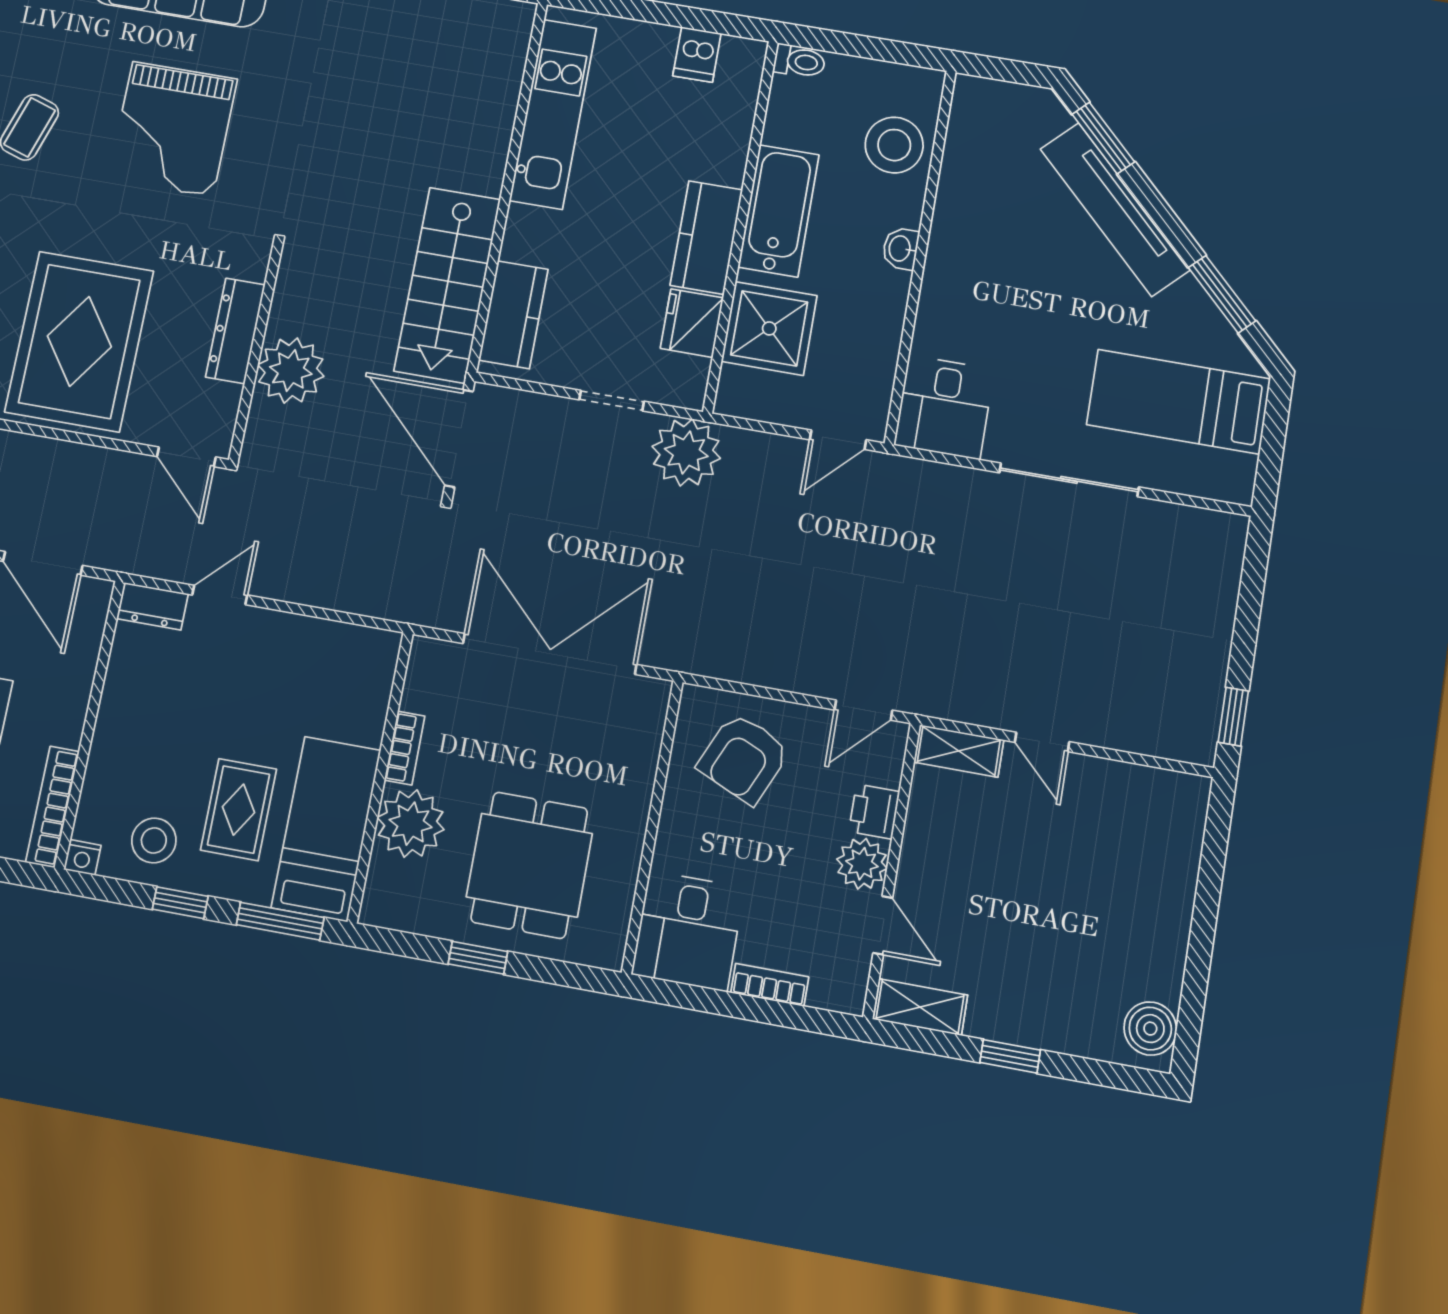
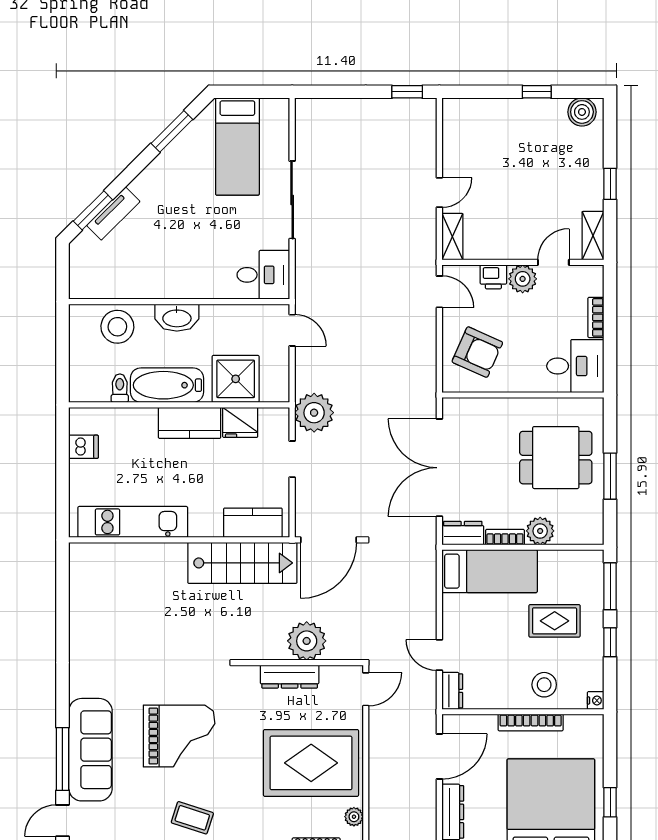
toilet: (799, 61) -> (120, 388), moved
tv unit: (1115, 209) -> (113, 213), width x0.52, depth x0.78
washbasin: (901, 249) -> (177, 318), width x1.91, depth x1.45
dresser: (426, 674) -> (463, 533), added
bookcase: (53, 807) -> (531, 723), moved
plant: (411, 824) -> (540, 531), width x0.73, depth x0.73
bed: (326, 829) -> (490, 571), moved, turned 180
stool: (154, 840) -> (544, 685), moved
window: (1200, 952) -> (537, 92), added
window: (478, 958) -> (610, 476), width x1.50

